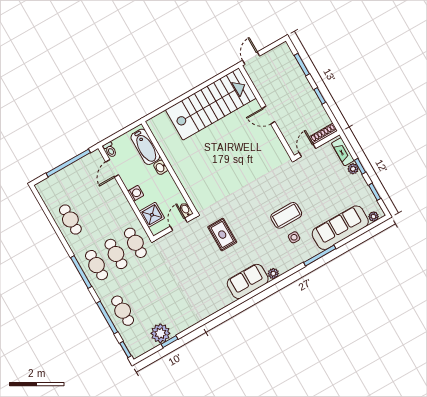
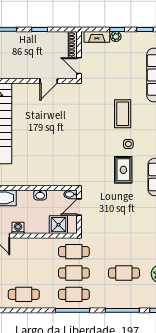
door: (268, 115) -> (49, 81), moved
washbasin: (161, 167) -> (40, 195), moved
washing machine: (136, 193) -> (18, 228), moved
door: (179, 224) -> (79, 207), hinge flipped
rug: (222, 235) -> (123, 170), moved, turned 90
side table: (294, 237) -> (128, 144), moved
cafe table: (123, 311) -> (124, 273), moved

